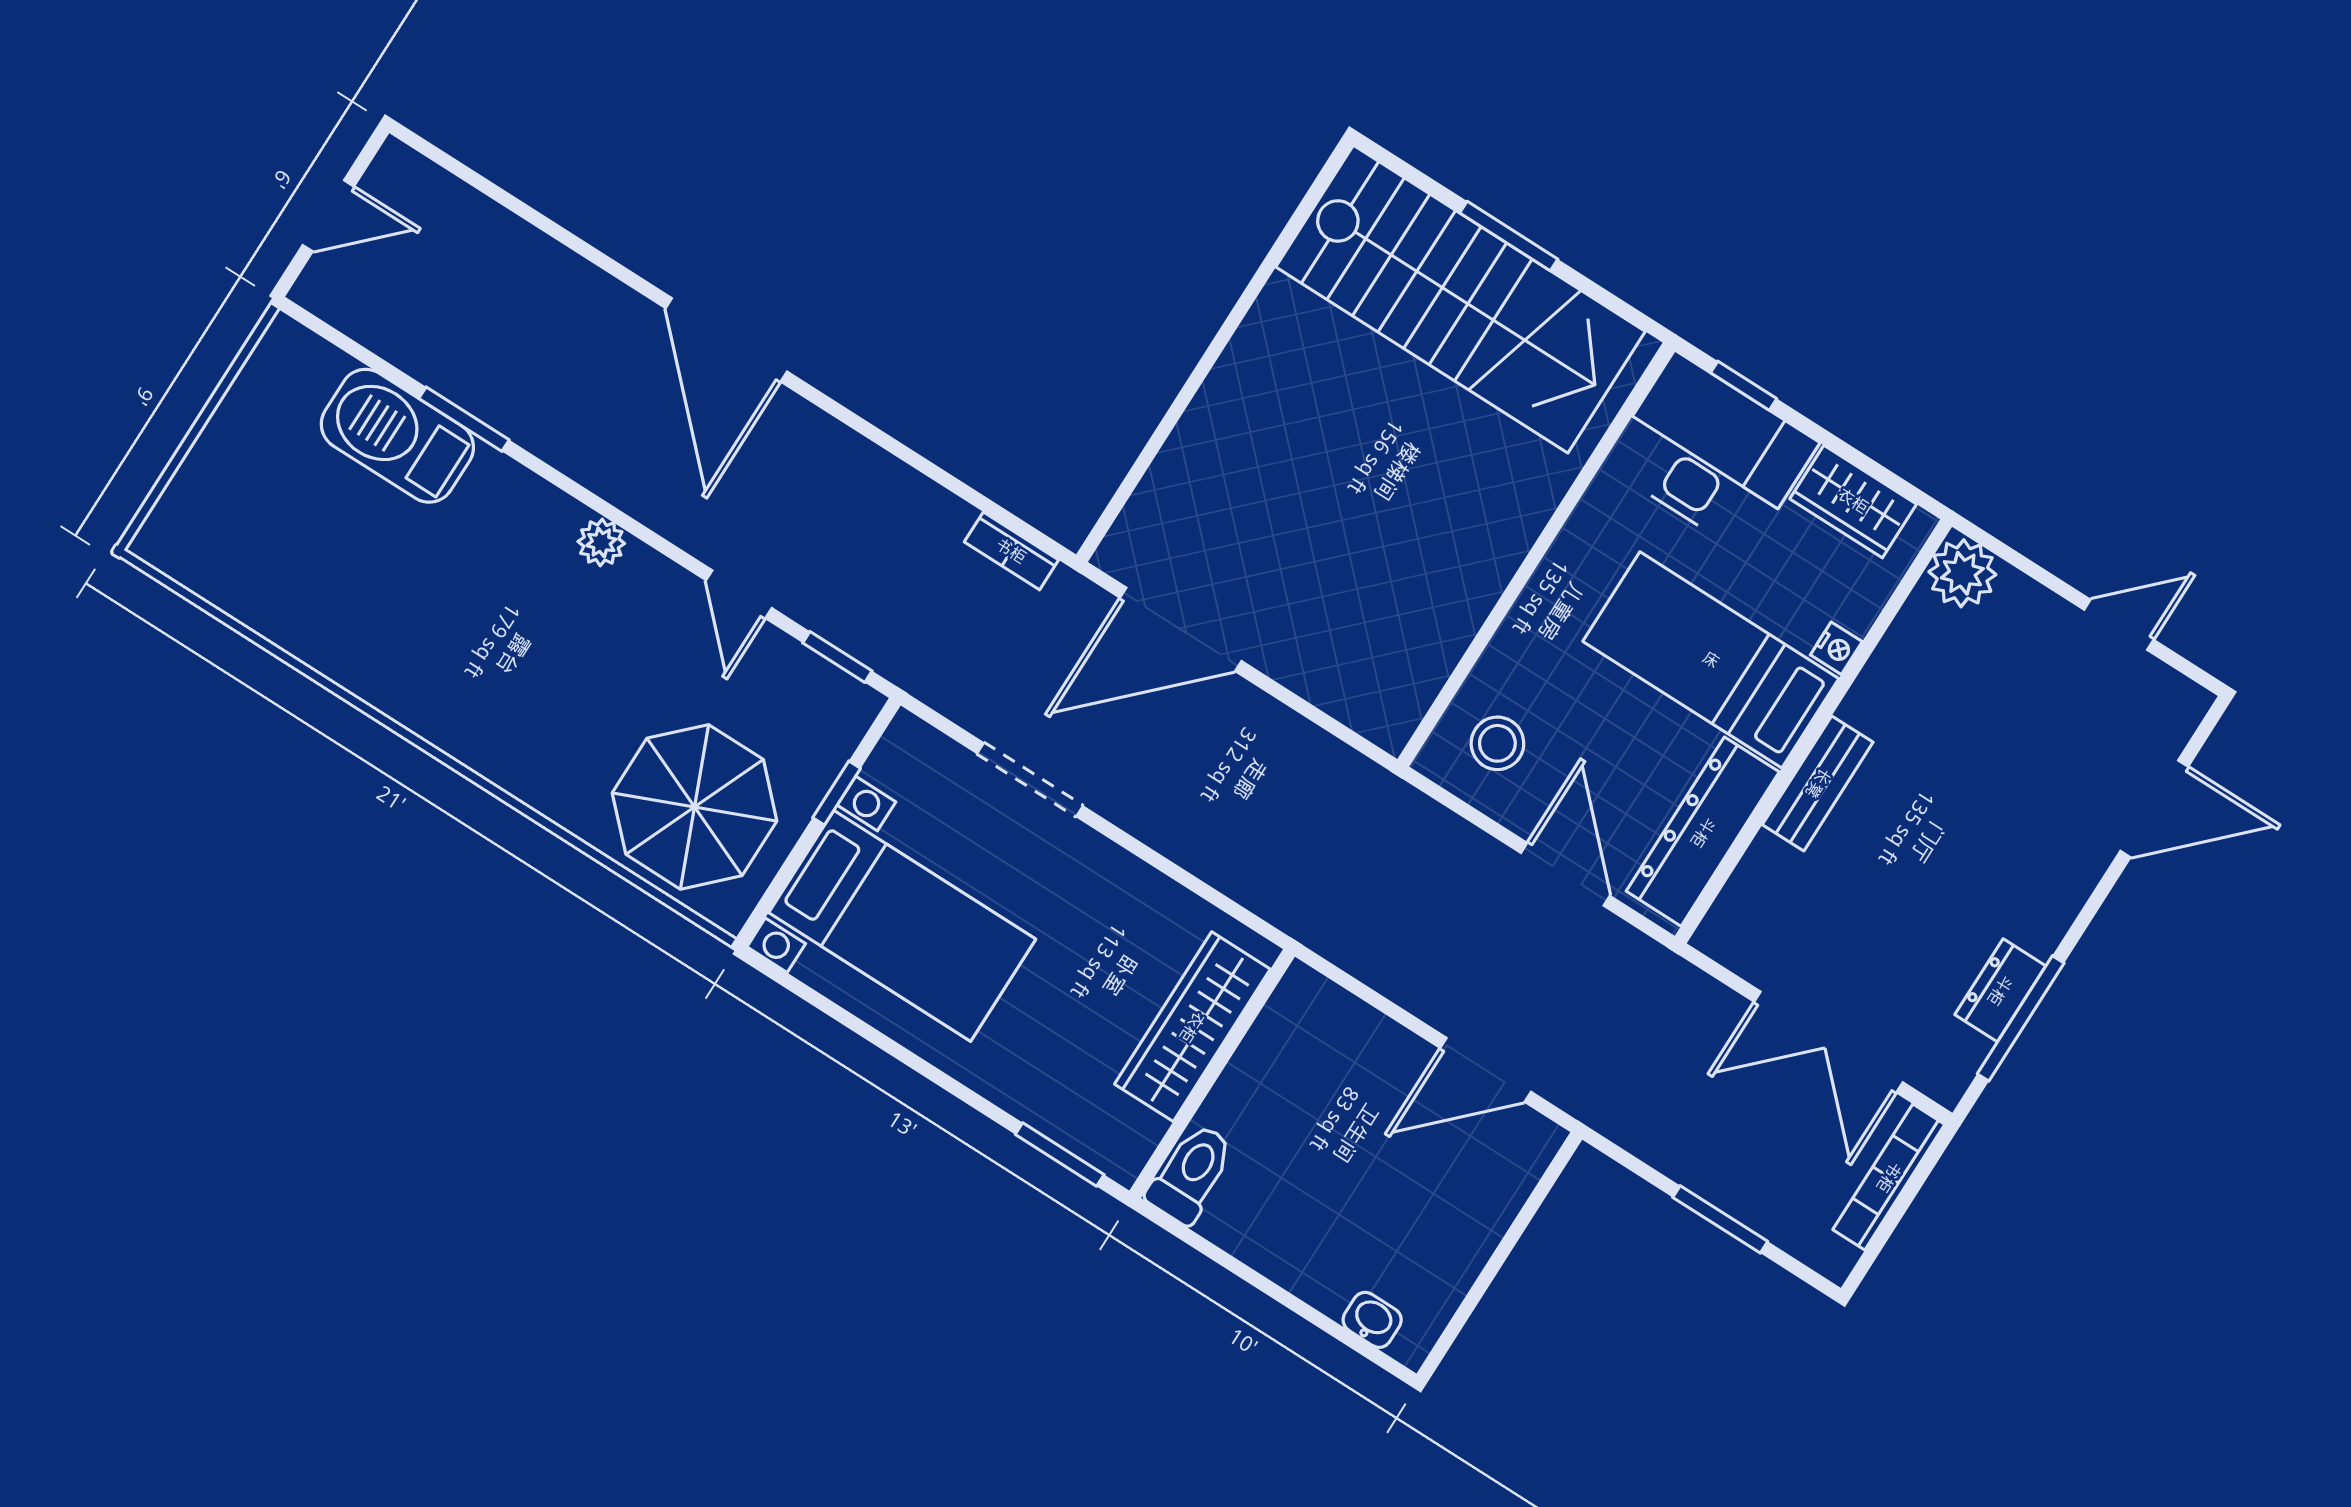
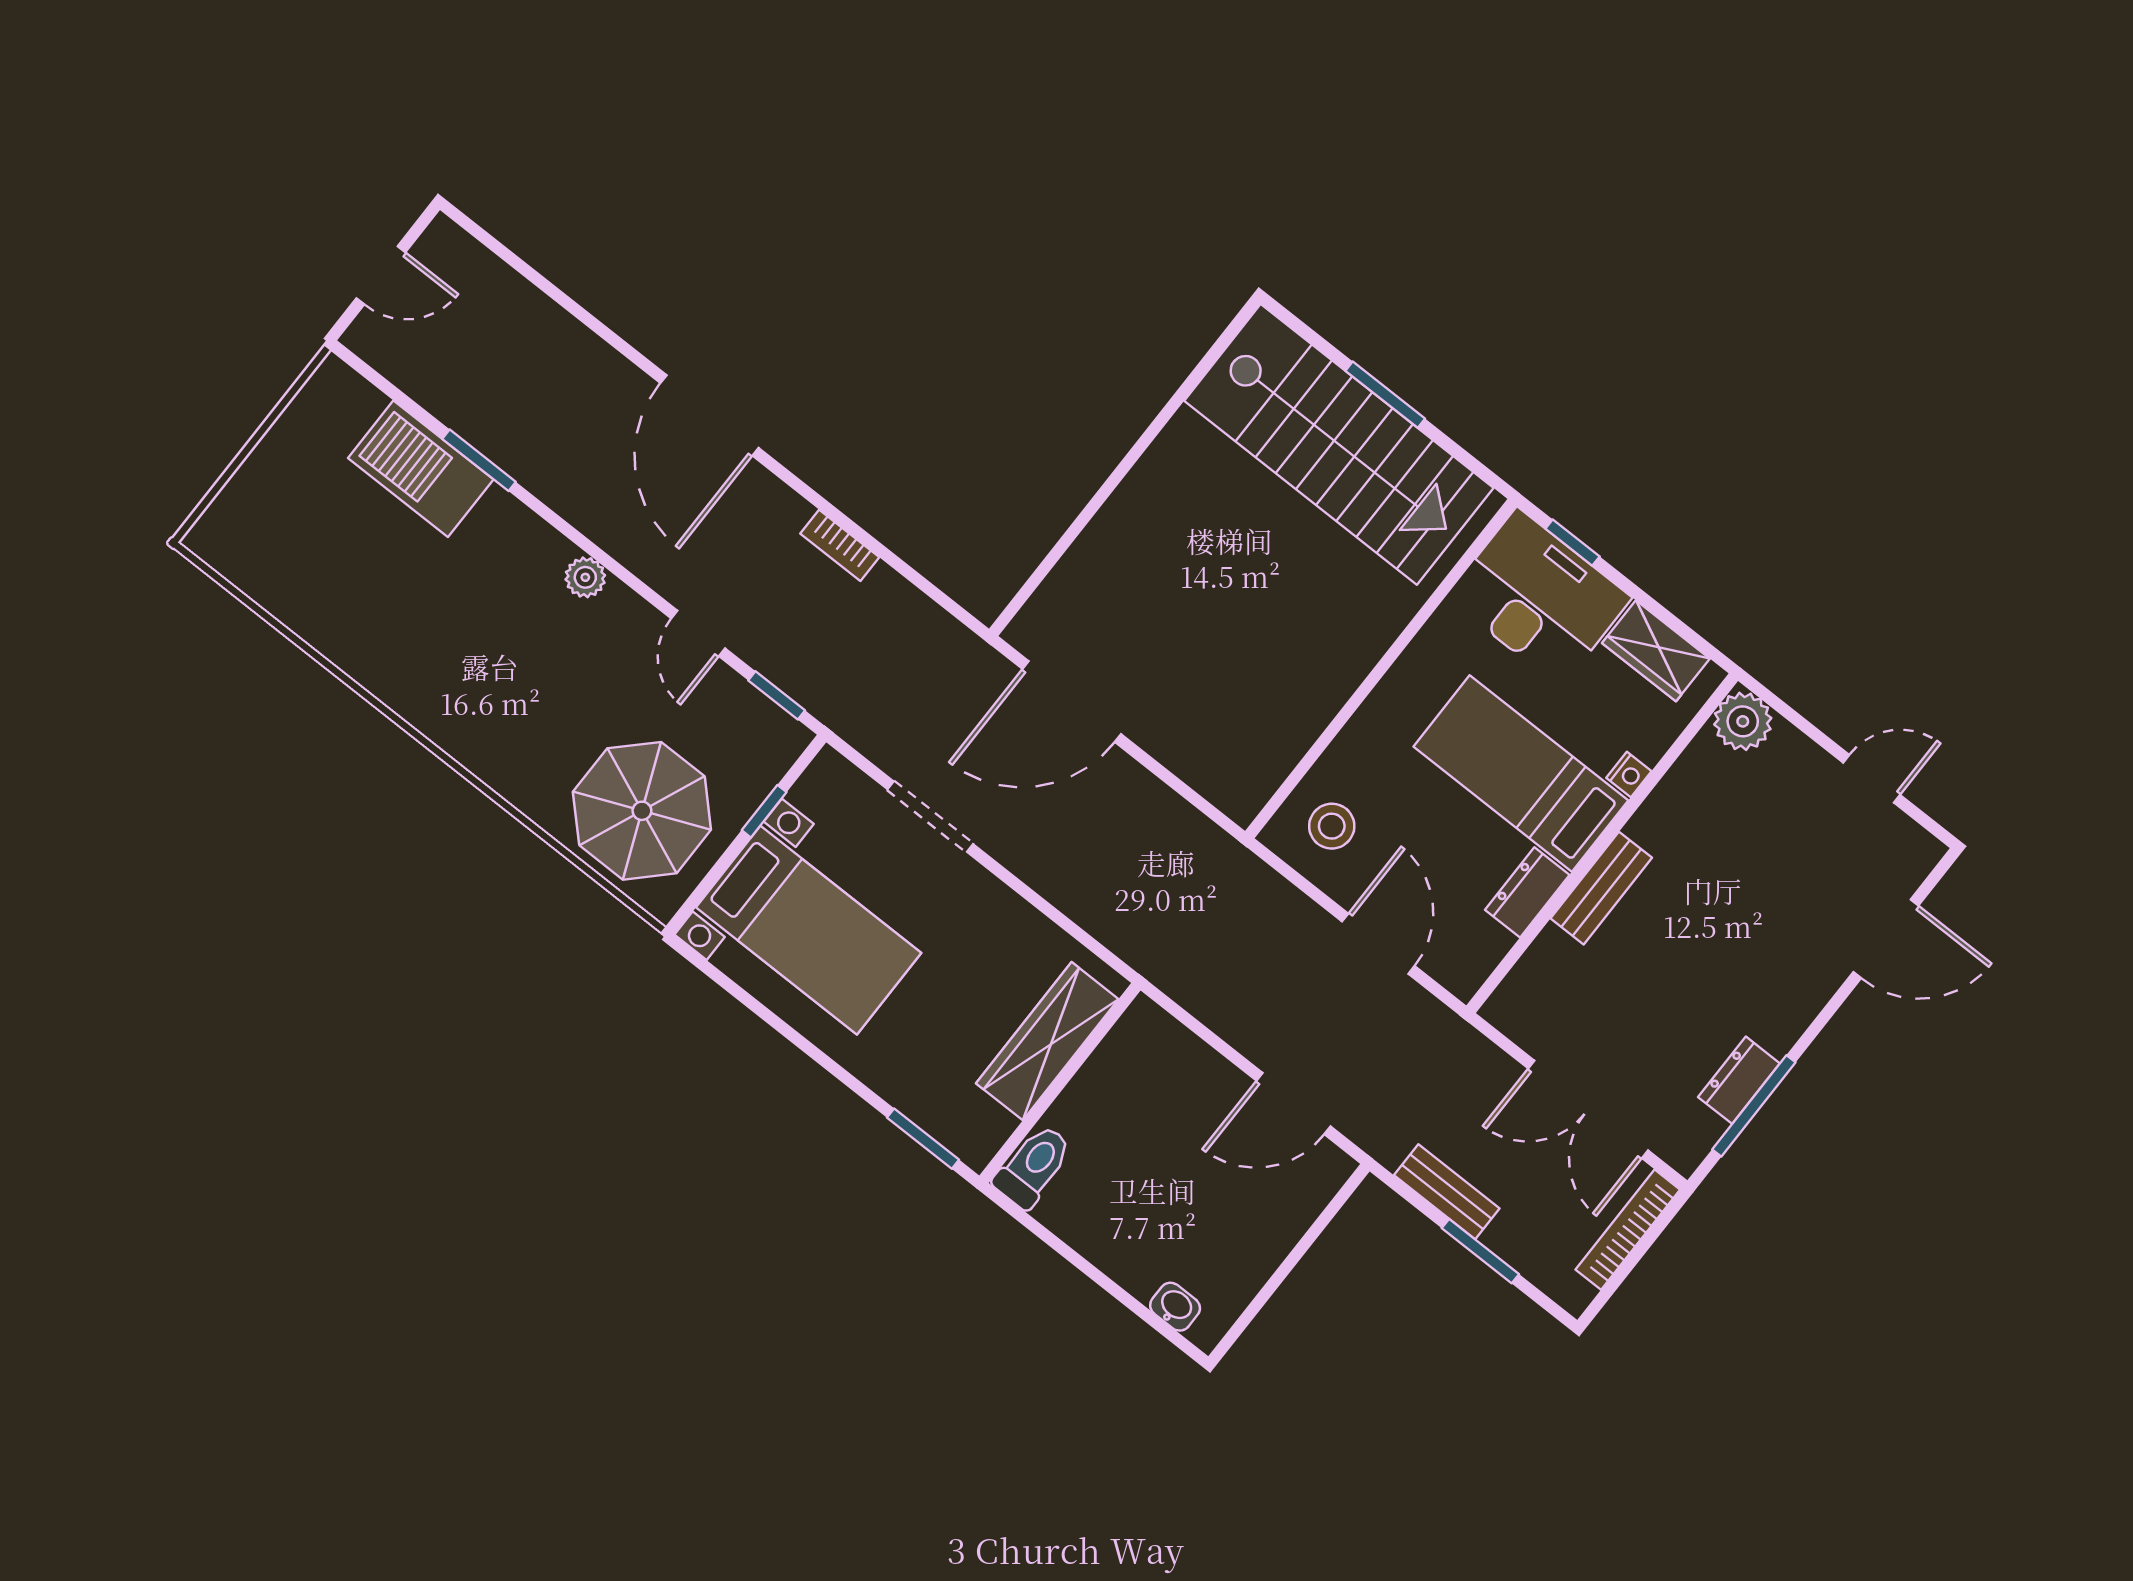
bookcase: (1011, 551) -> (840, 545), moved
dresser: (1703, 832) -> (1527, 892), width x0.51, depth x0.80
bench: (1674, 1154) -> (1447, 1192), added

